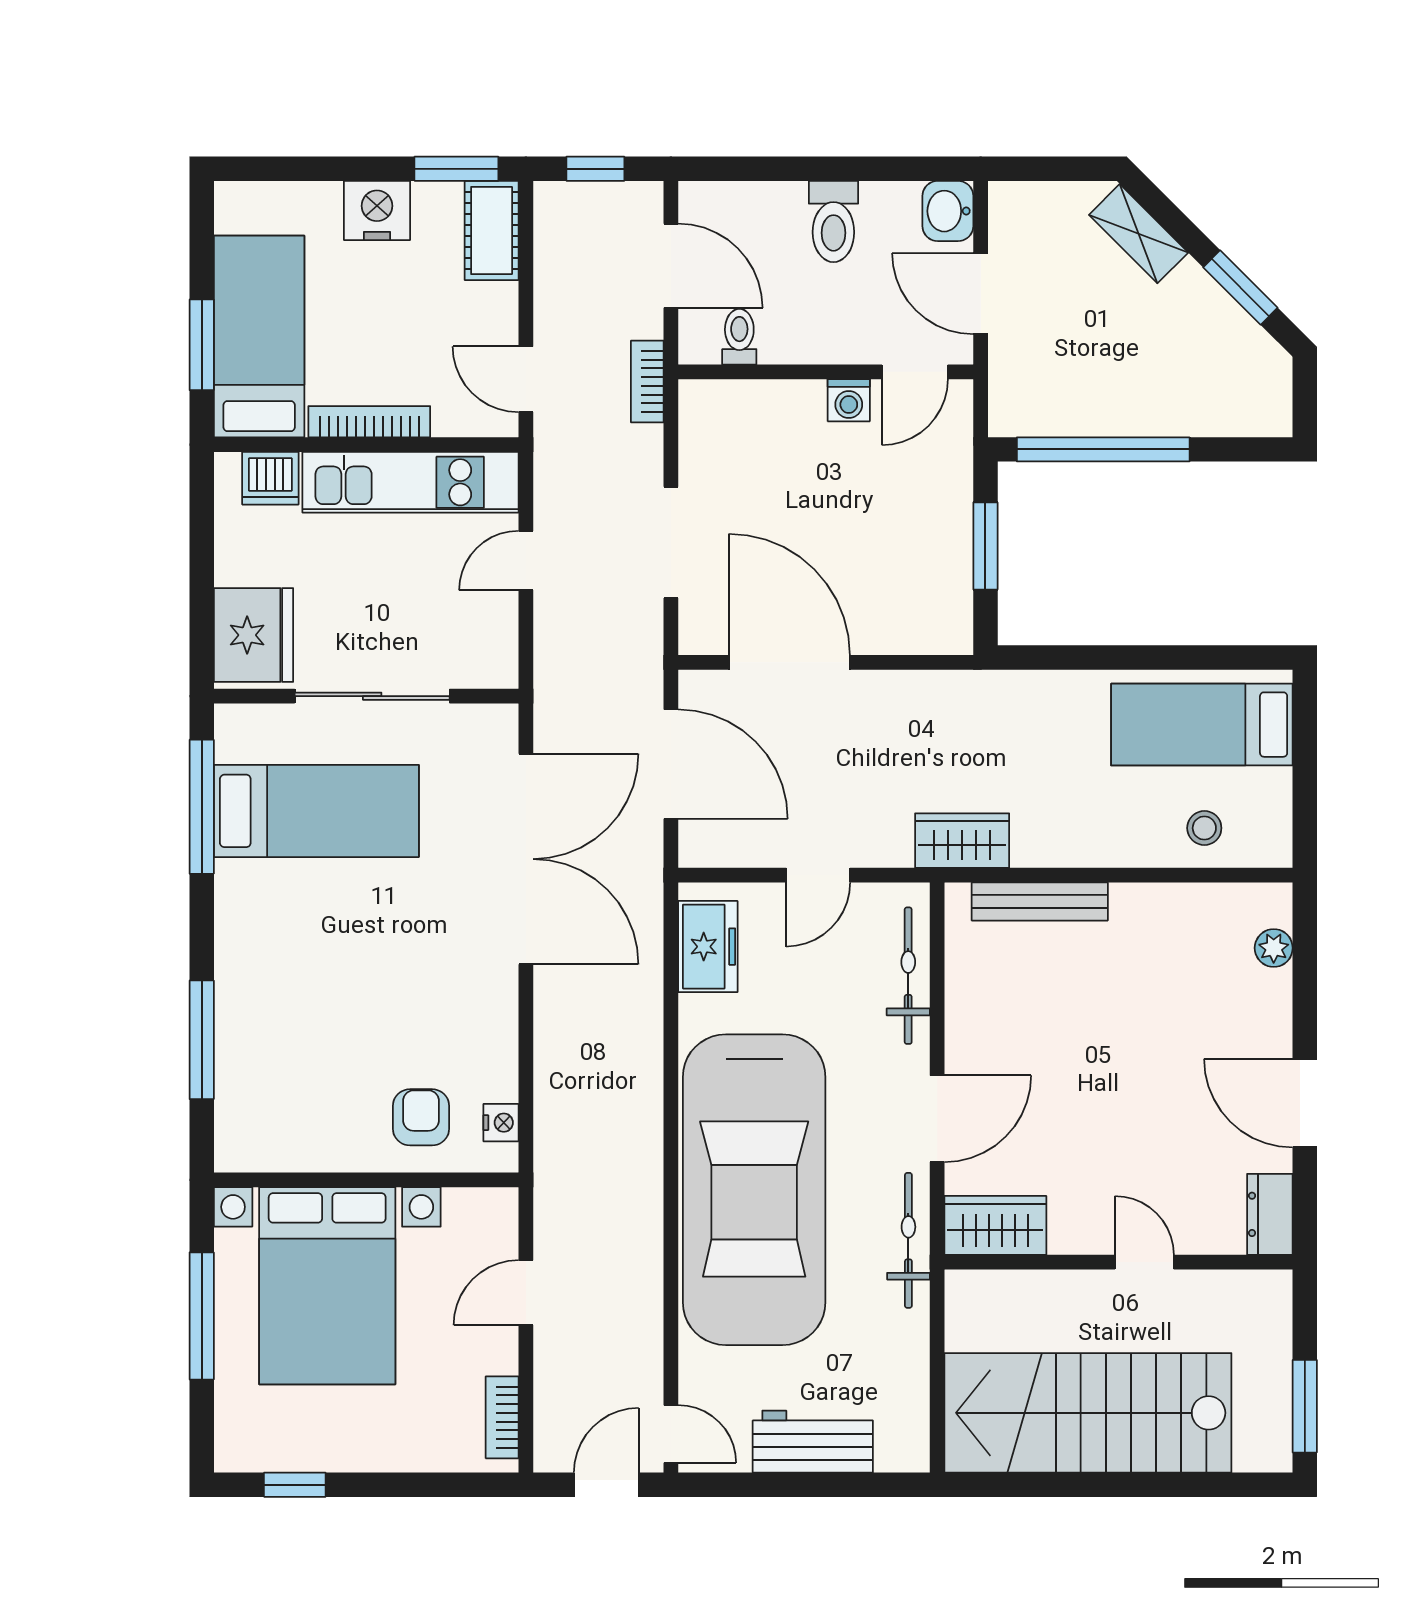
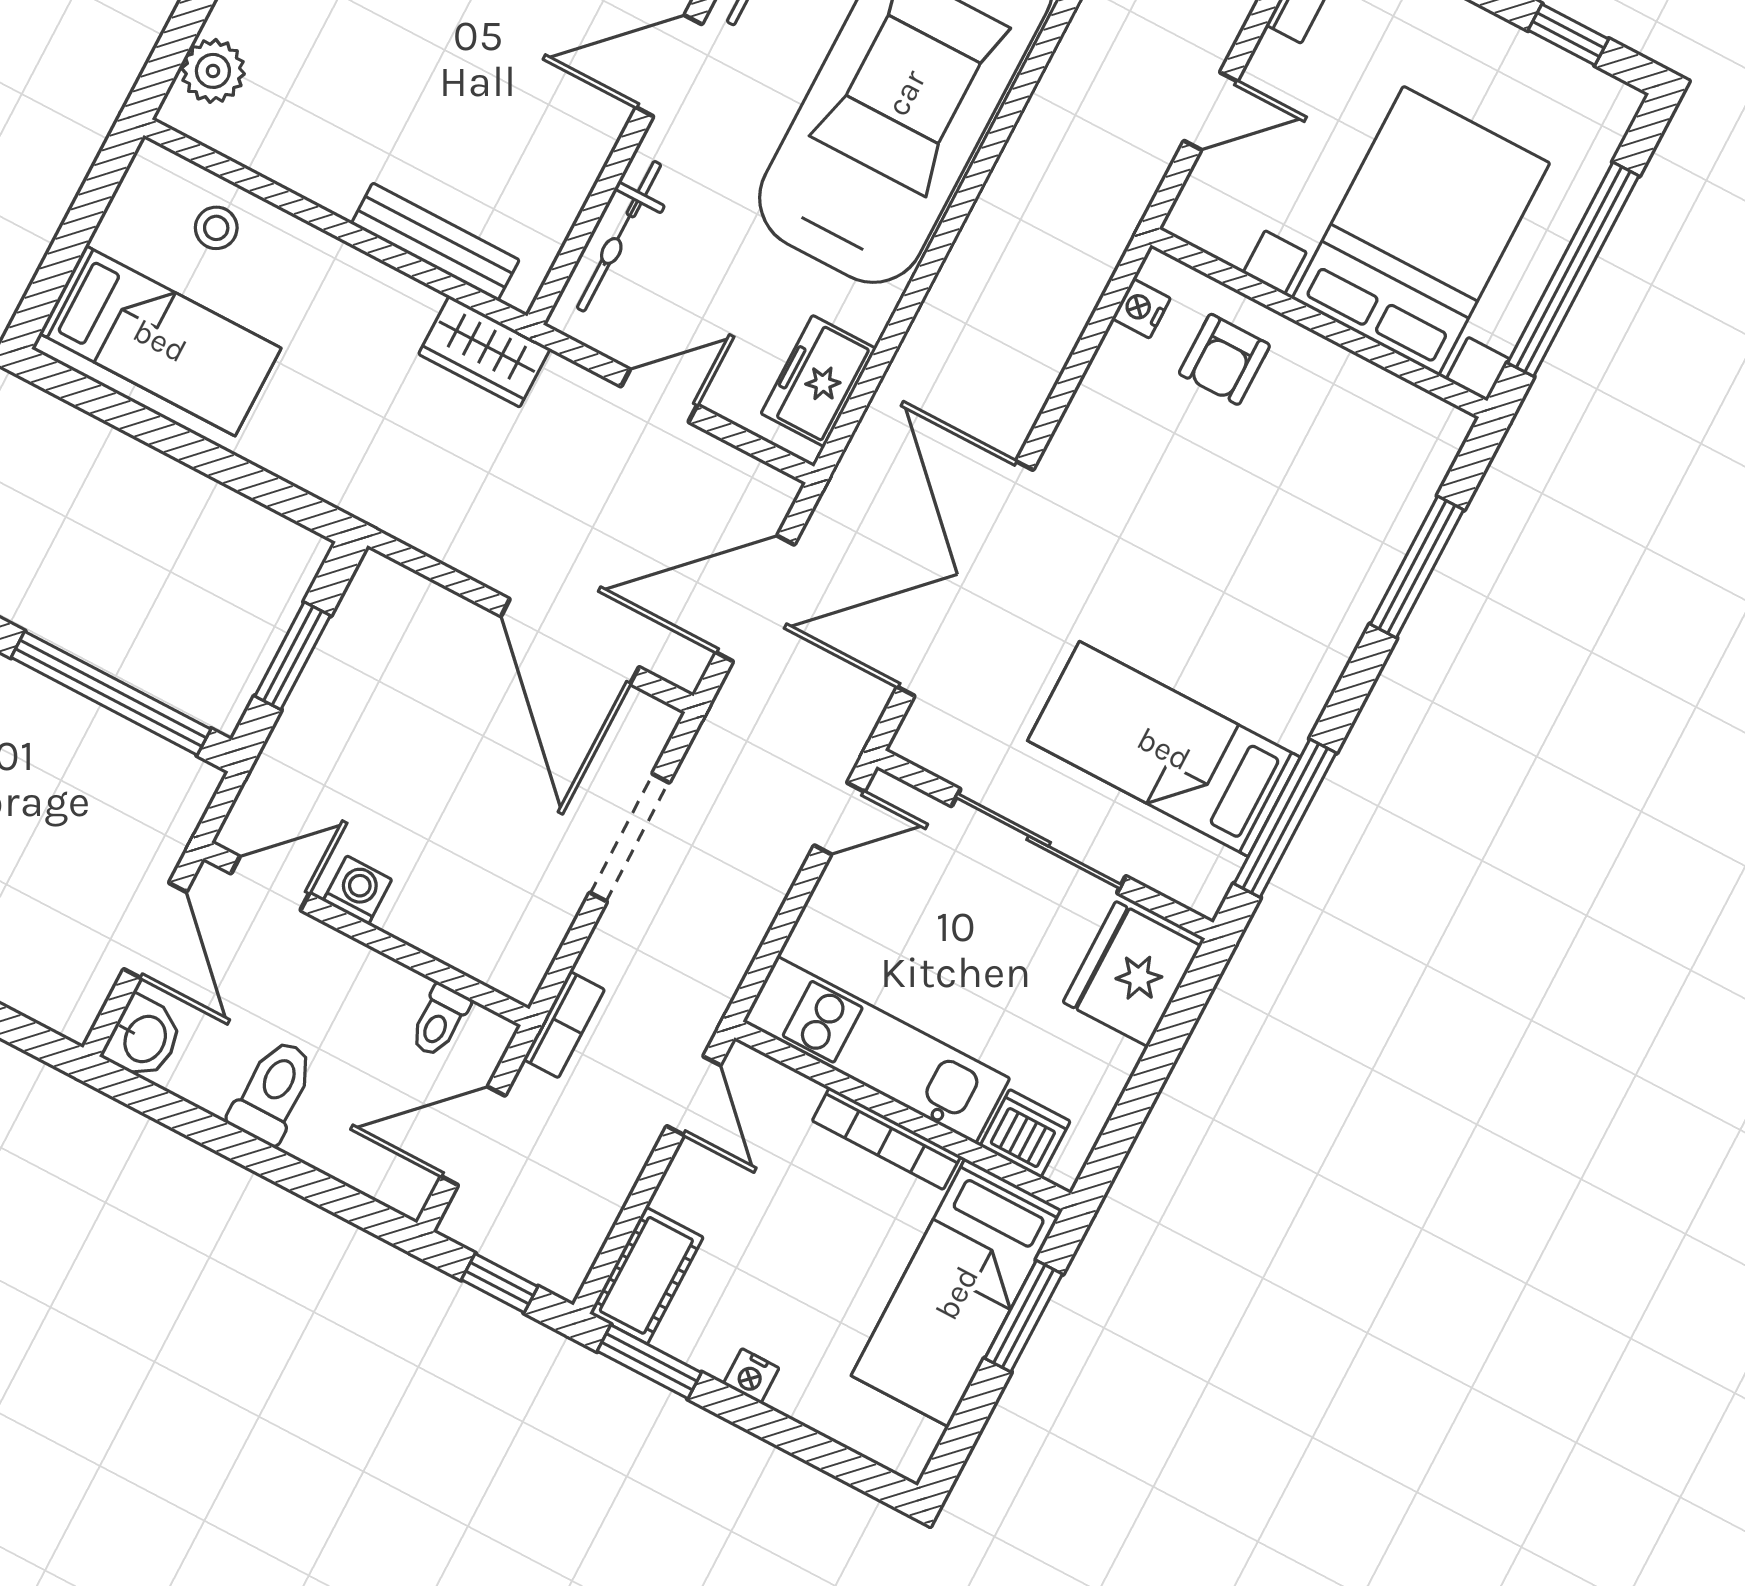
nightstand: (377, 211) -> (751, 1376), width x0.53, depth x0.56
door: (671, 266) -> (473, 1136), hinge flipped
door: (526, 560) -> (839, 818), moved
door: (671, 764) -> (755, 598), hinge flipped
plant: (1274, 948) -> (213, 71), width x1.38, depth x1.38
window: (202, 1316) -> (1573, 269), width x1.46

